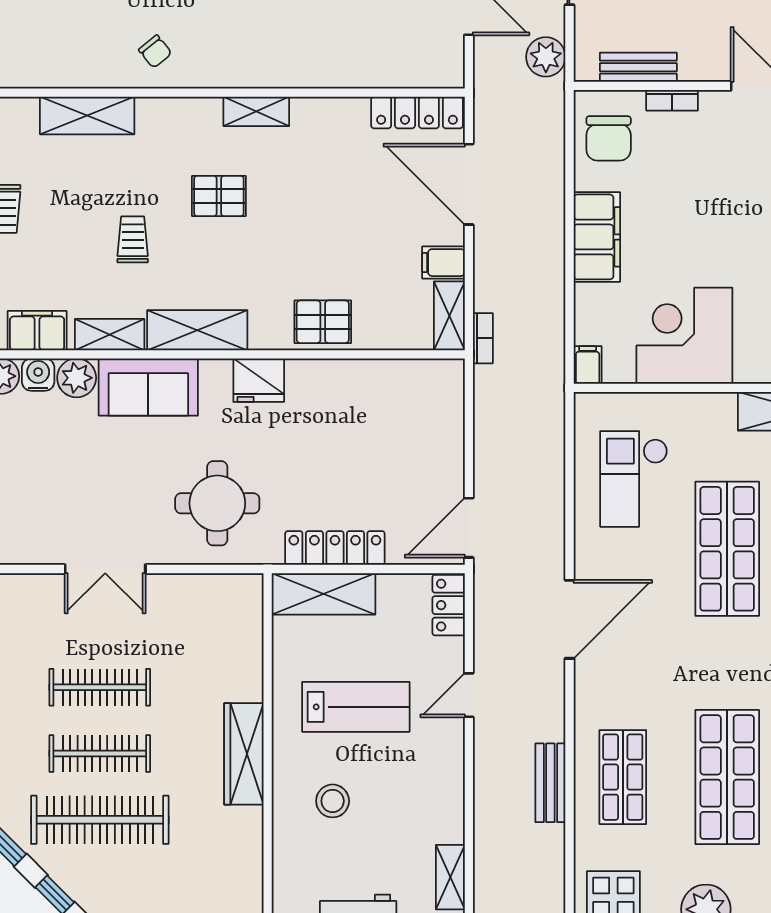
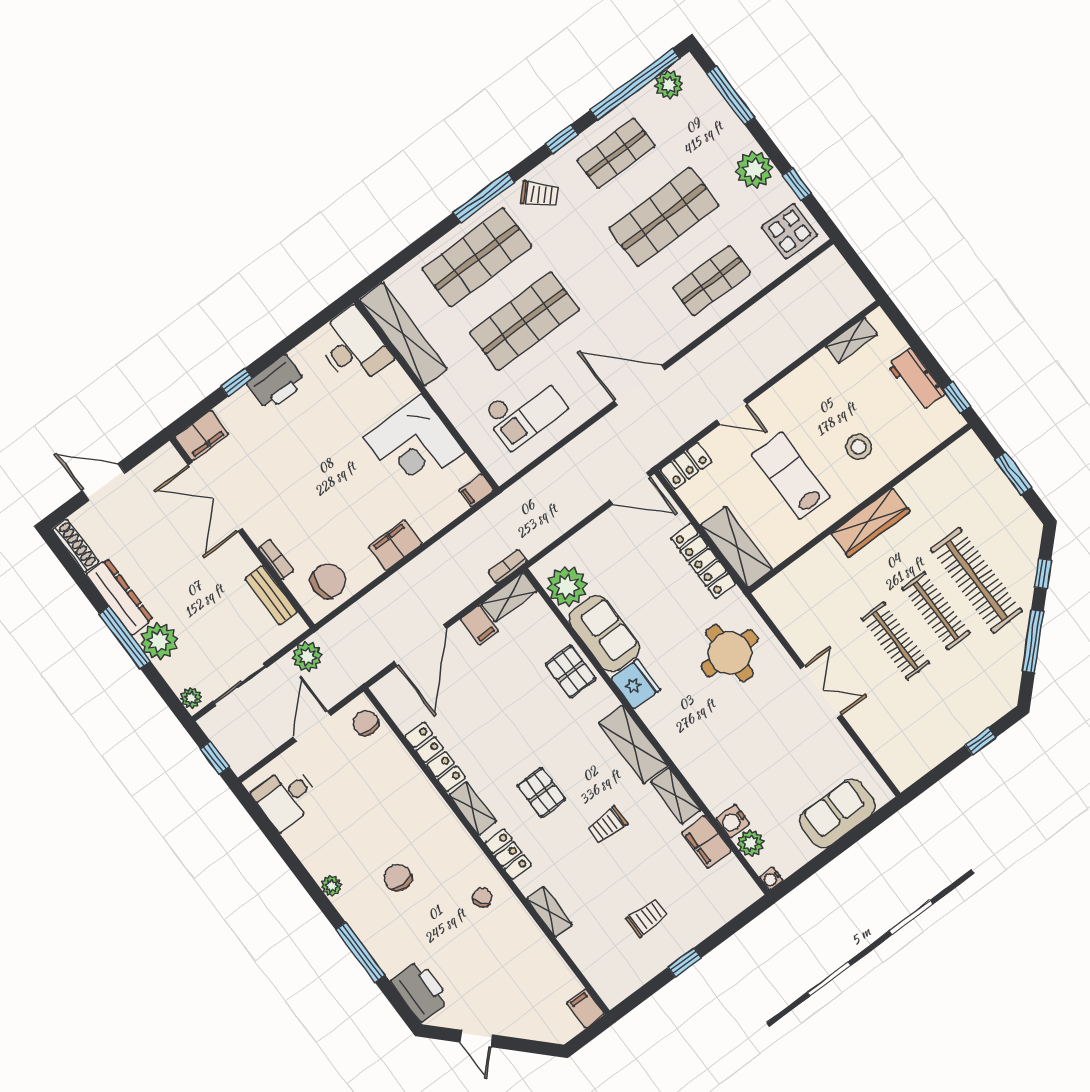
chair: (430, 66) -> (366, 723), added
locker: (417, 112) -> (435, 757), moved
locker: (180, 113) -> (508, 854), added
shelving: (87, 115) -> (549, 912), width x0.67, depth x0.75
filing cabinet: (597, 237) -> (395, 545), width x0.67, depth x0.86
plant: (77, 378) -> (567, 586), moved, width x1.36, depth x1.36
sofa: (148, 387) -> (604, 634), moved
bench: (550, 783) -> (748, 322), removed

